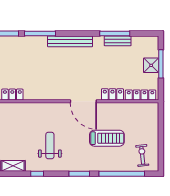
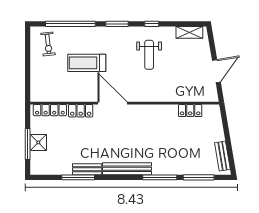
bench: (118, 41) -> (87, 169), moved
window: (37, 174) -> (152, 24), moved

